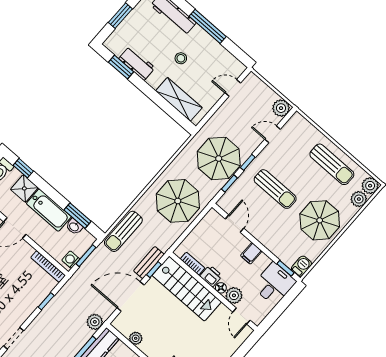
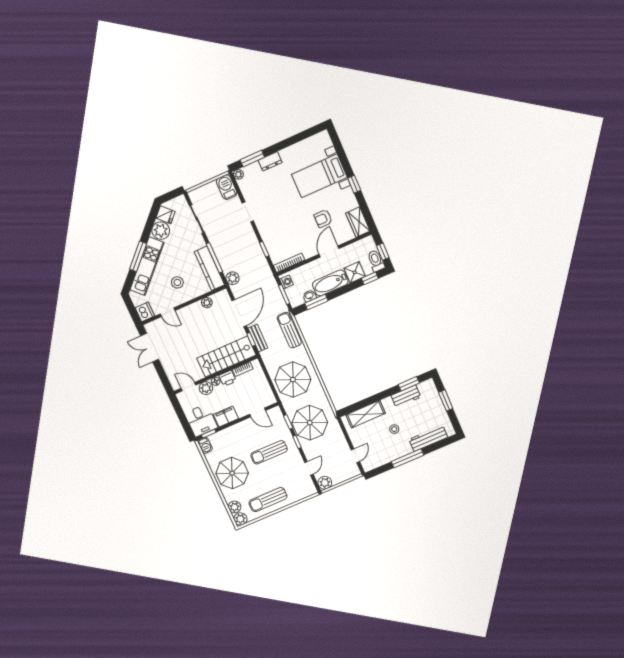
filing cabinet: (251, 253) -> (226, 417), width x2.00

